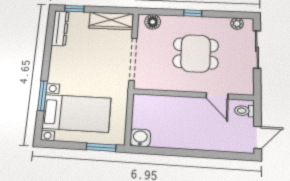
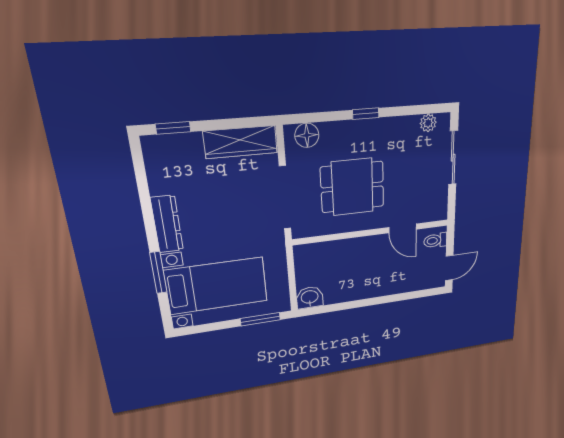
dresser: (60, 28) -> (167, 224), moved
dining table: (196, 53) -> (353, 187), moved

